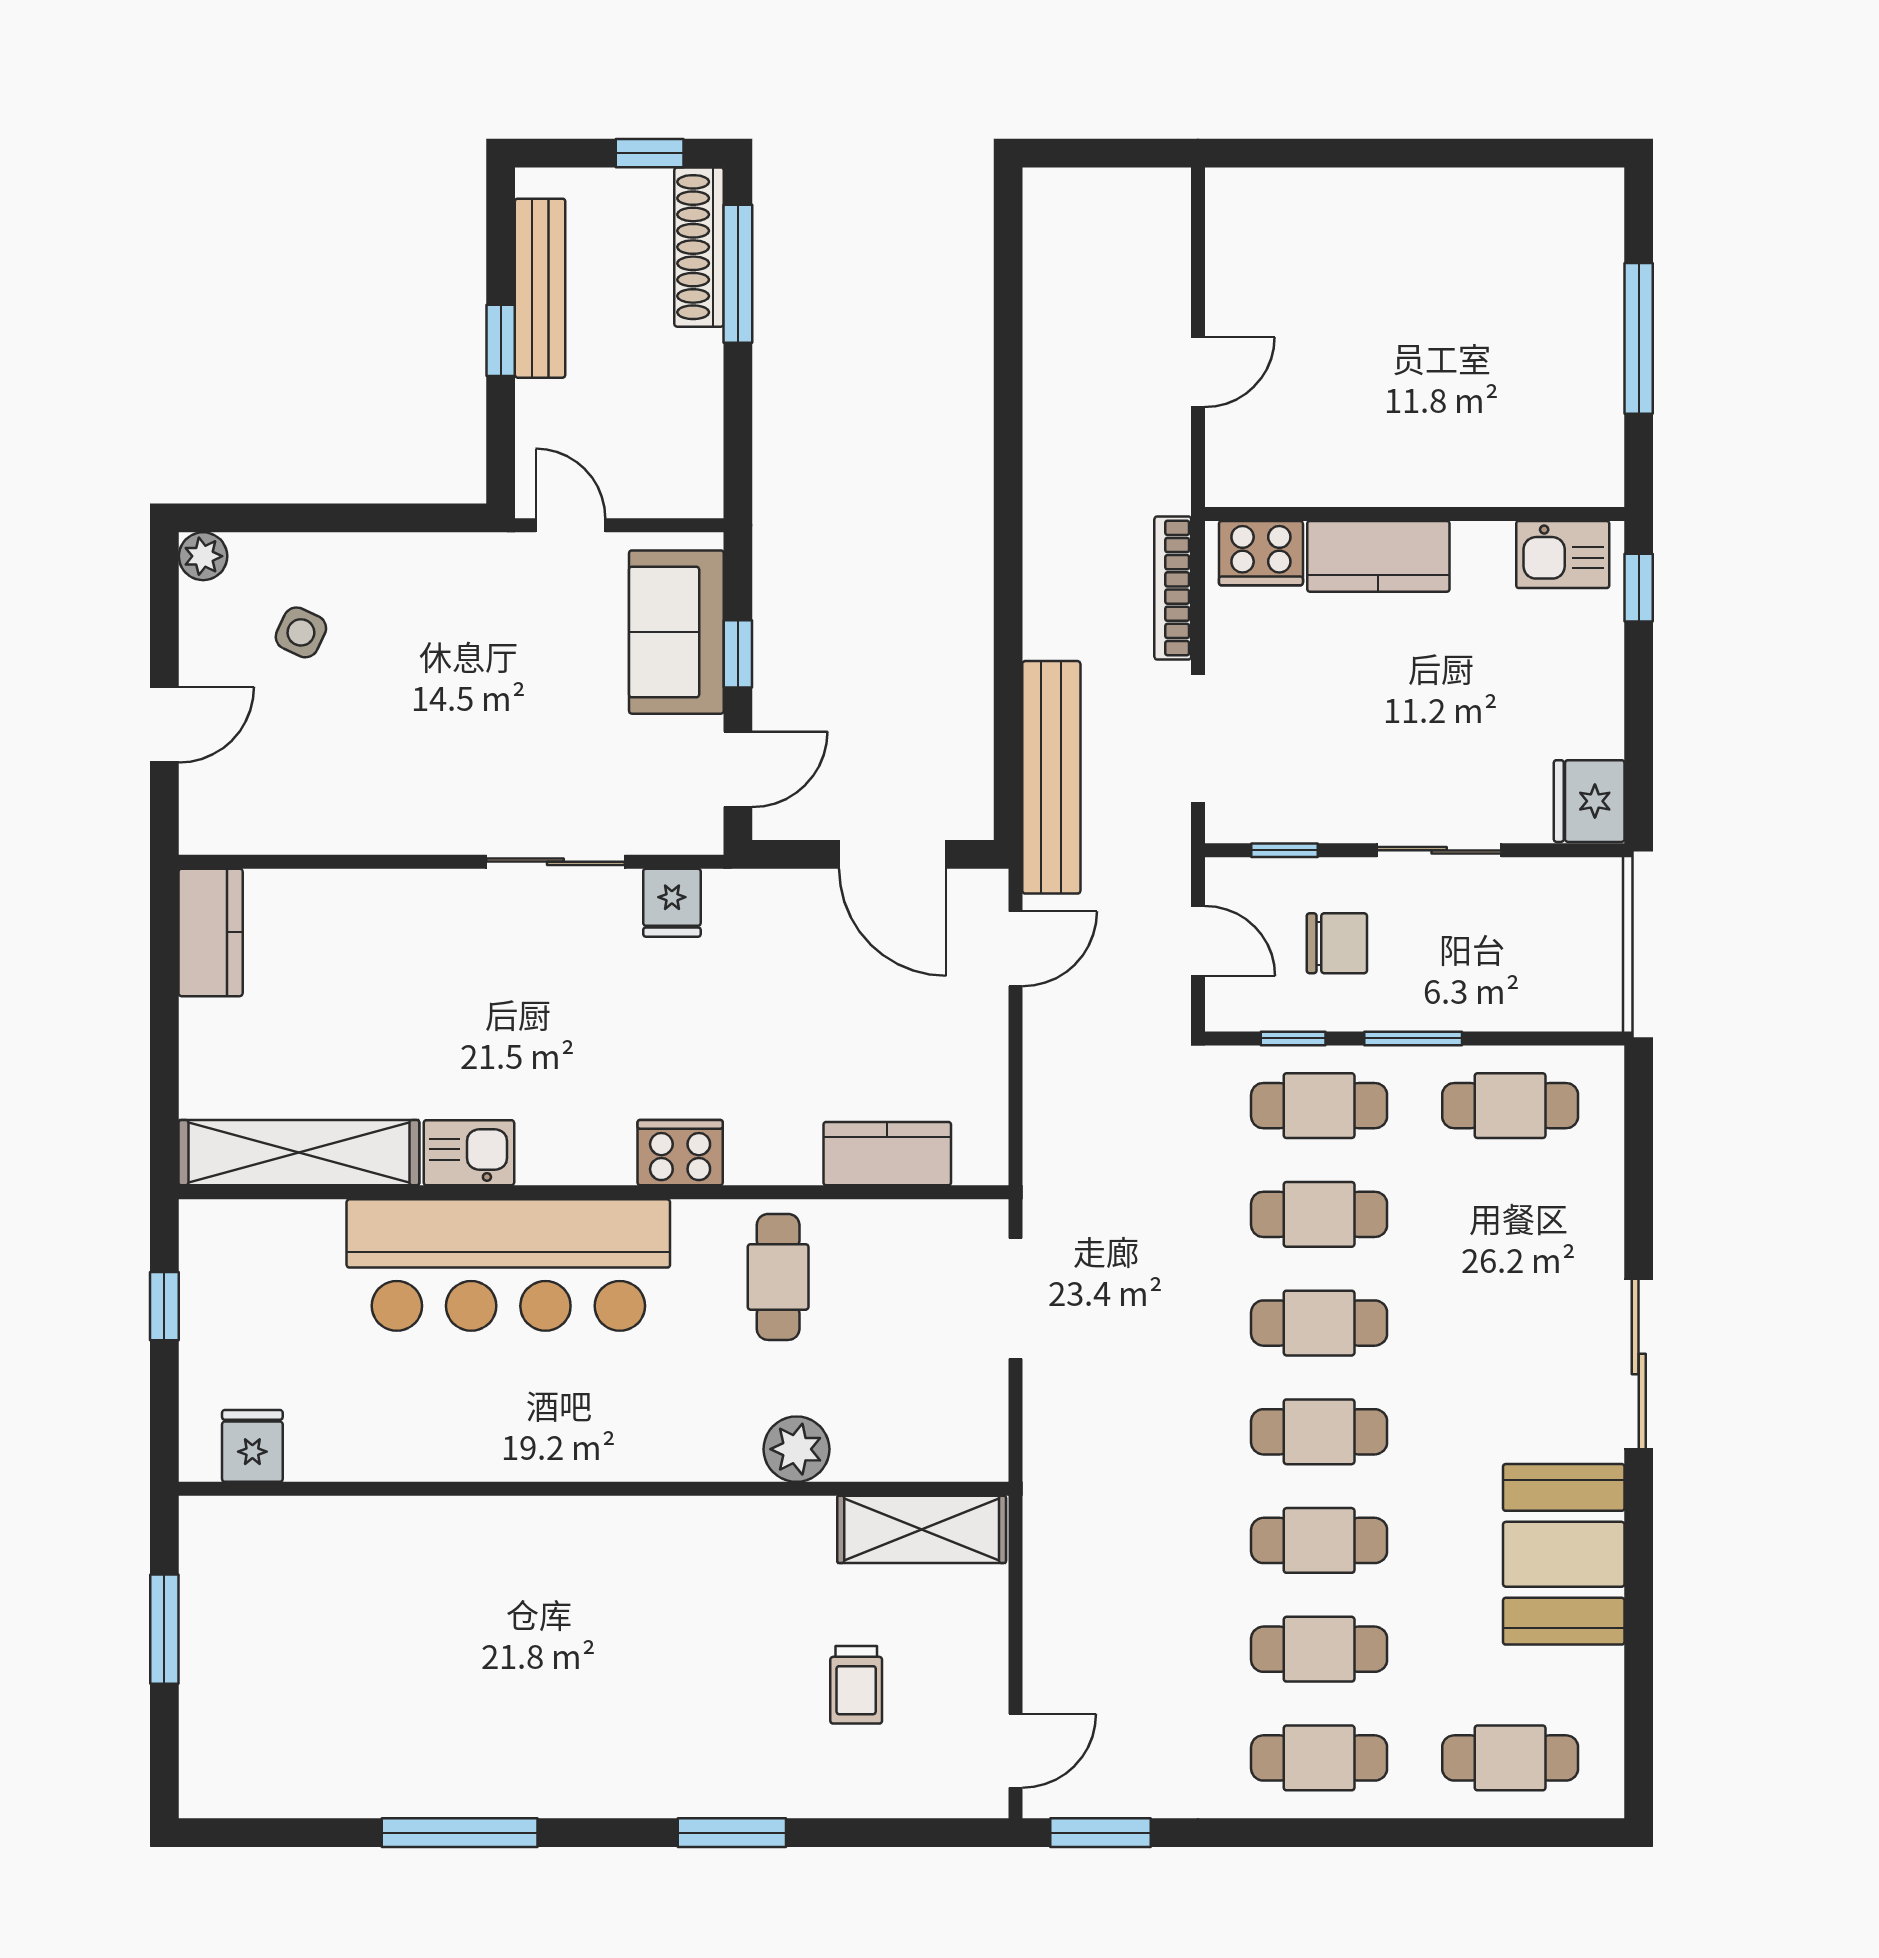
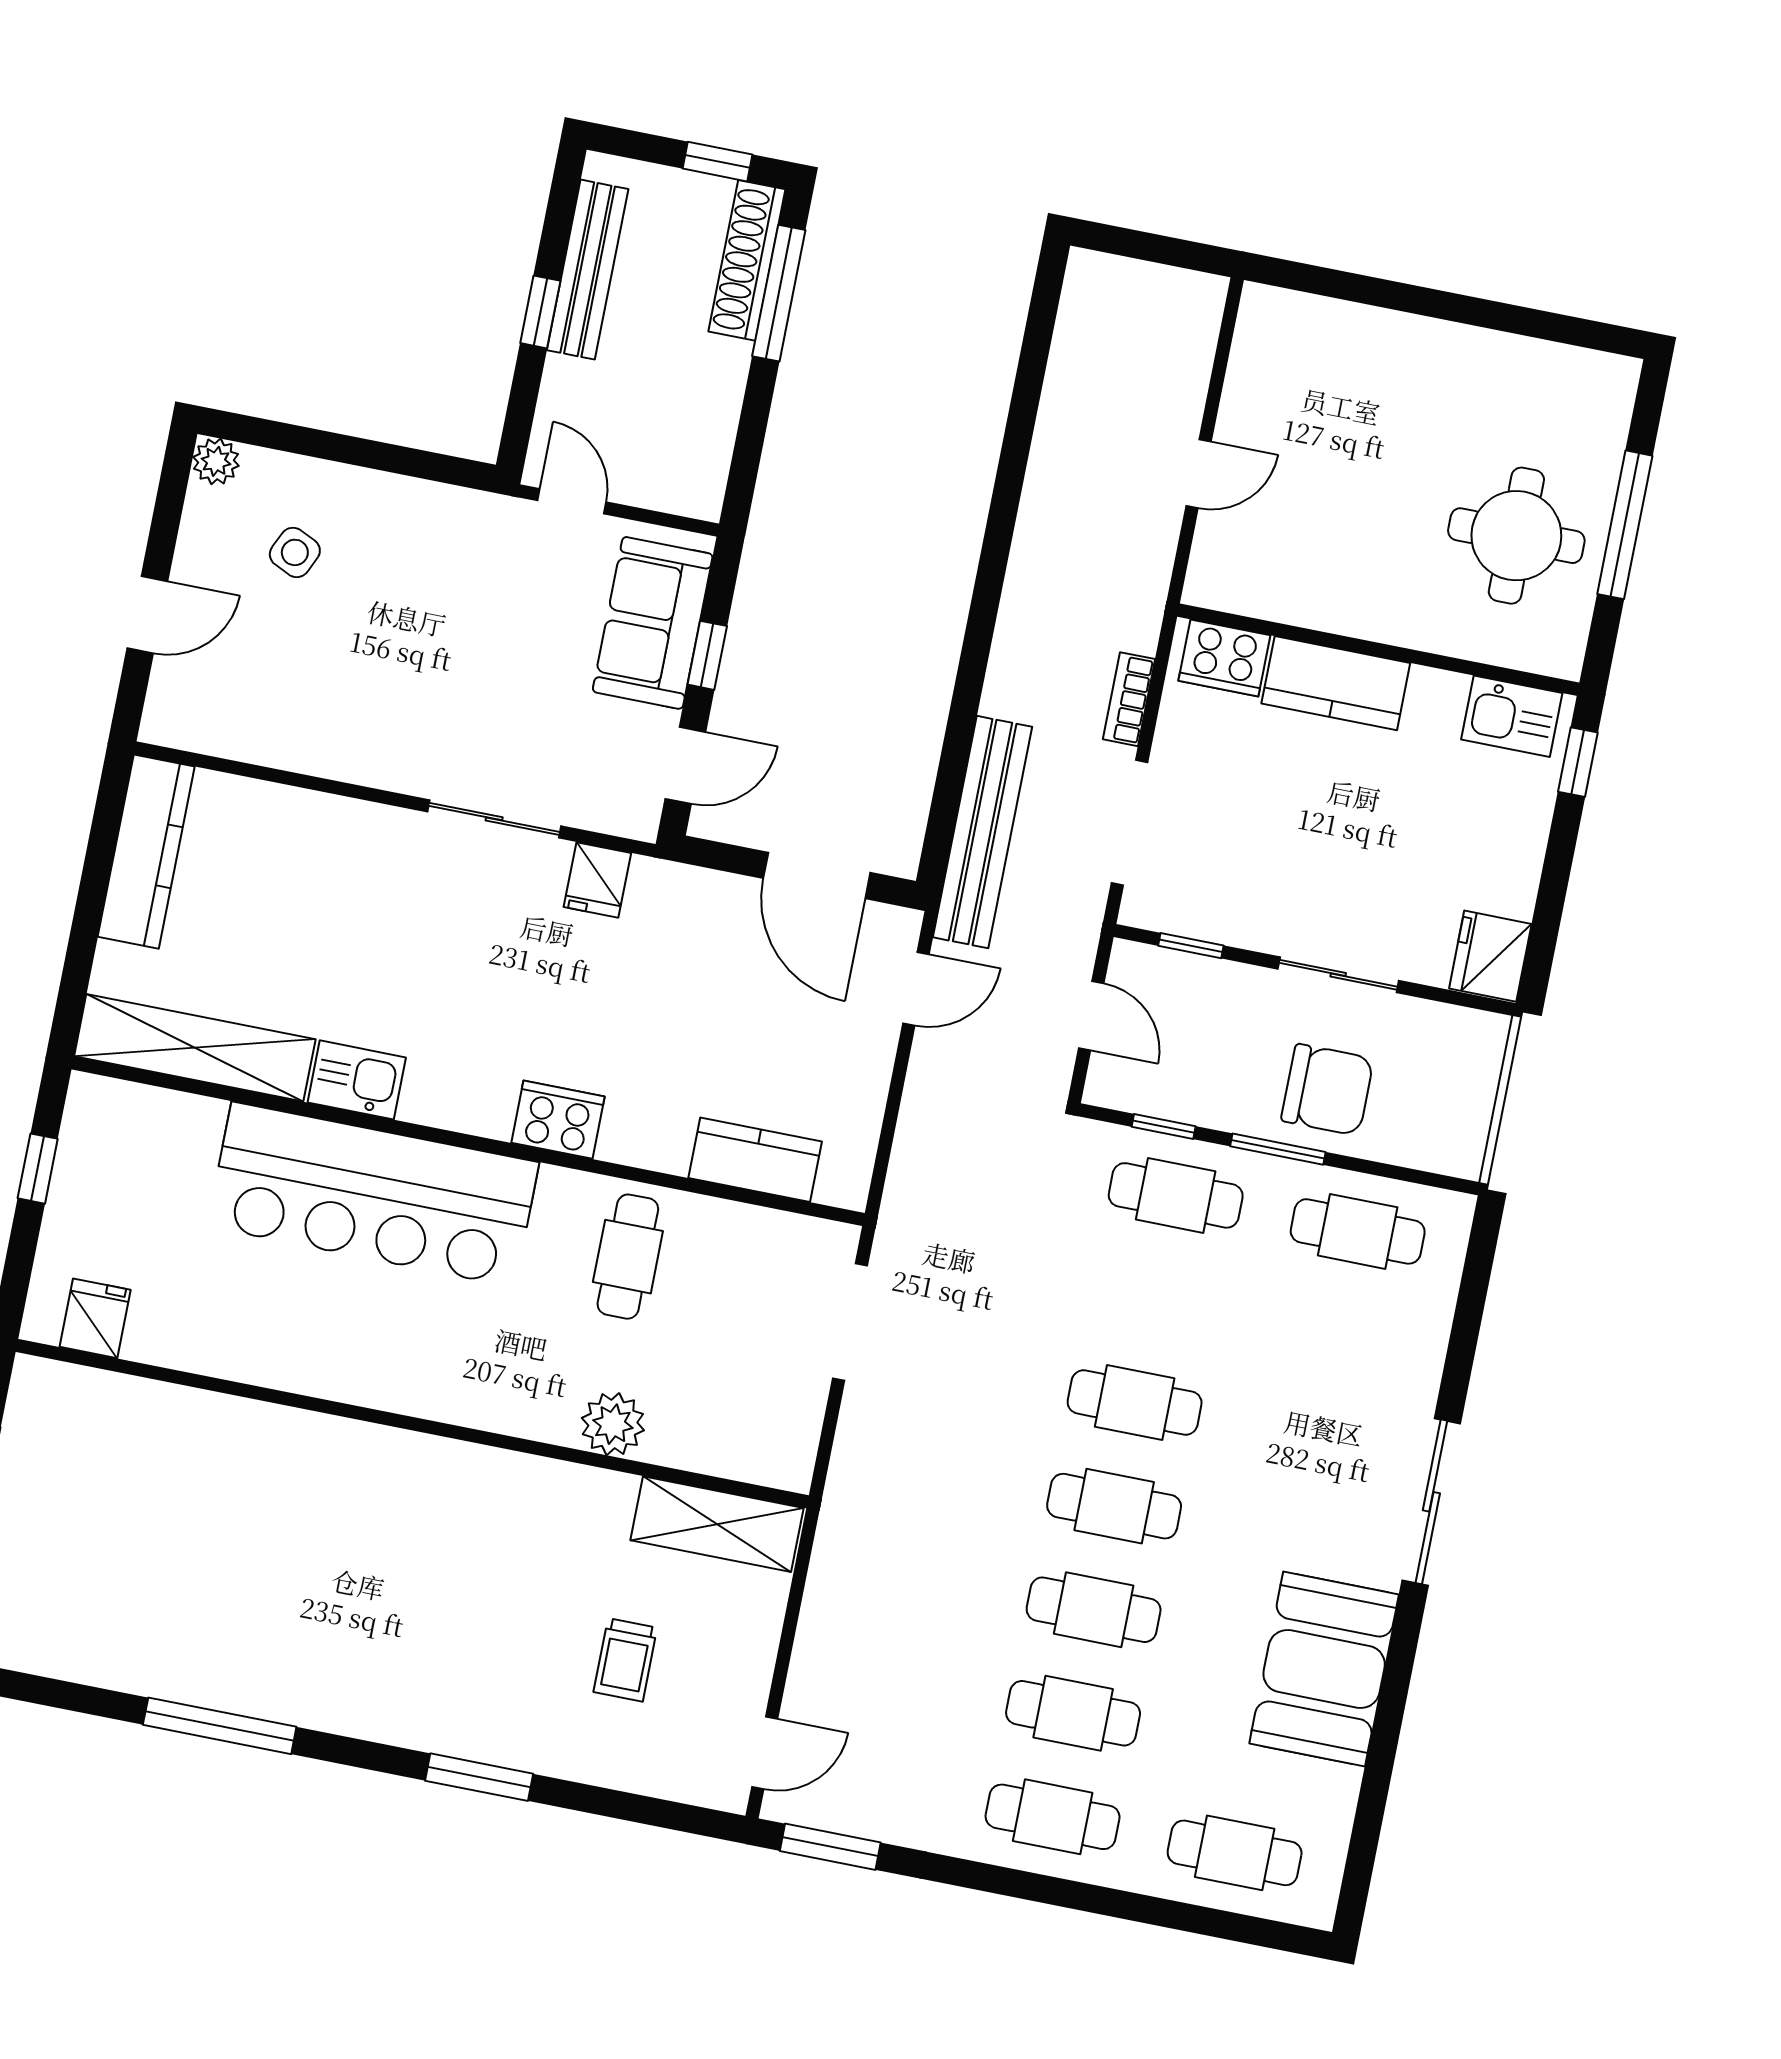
round table: (1531, 371) -> (1516, 536), added
bookcase: (1173, 588) -> (1129, 699), width x0.64
kitchen counter: (211, 932) -> (146, 852), width x1.50
chair: (1337, 943) -> (1327, 1090), moved, width x1.37, depth x1.37
cafe table: (1319, 1214) -> (1155, 1299), removed

